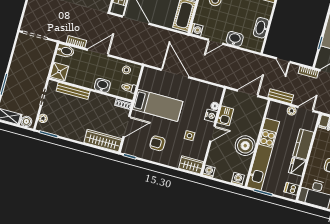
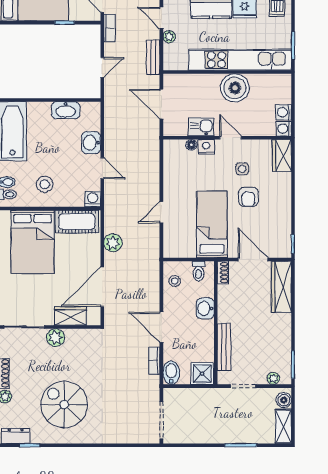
plant: (163, 35) -> (113, 243), added
door: (175, 73) -> (161, 212), width x0.53
armchair: (158, 143) -> (248, 197), moved
washing machine: (238, 179) -> (284, 112), moved

